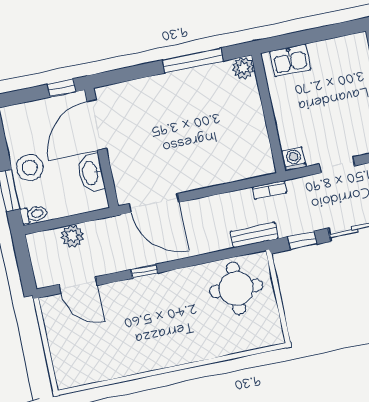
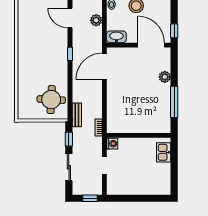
plant: (243, 68) -> (165, 77), moved
washbasin: (91, 173) -> (116, 37), moved
door: (78, 285) -> (70, 18), hinge flipped

